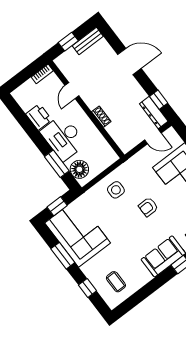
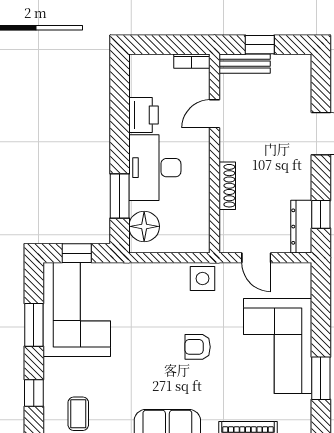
bench: (88, 41) -> (245, 64), moved
shoe rack: (101, 117) -> (227, 186), width x1.43
door: (153, 137) -> (256, 258), moved
side table: (116, 190) -> (202, 278), moved

